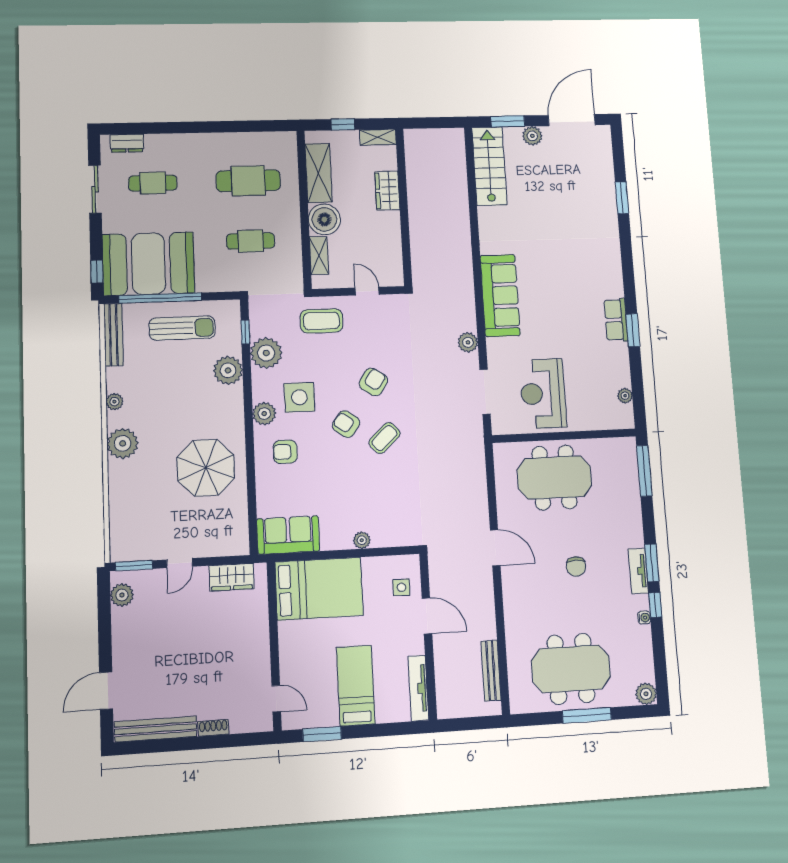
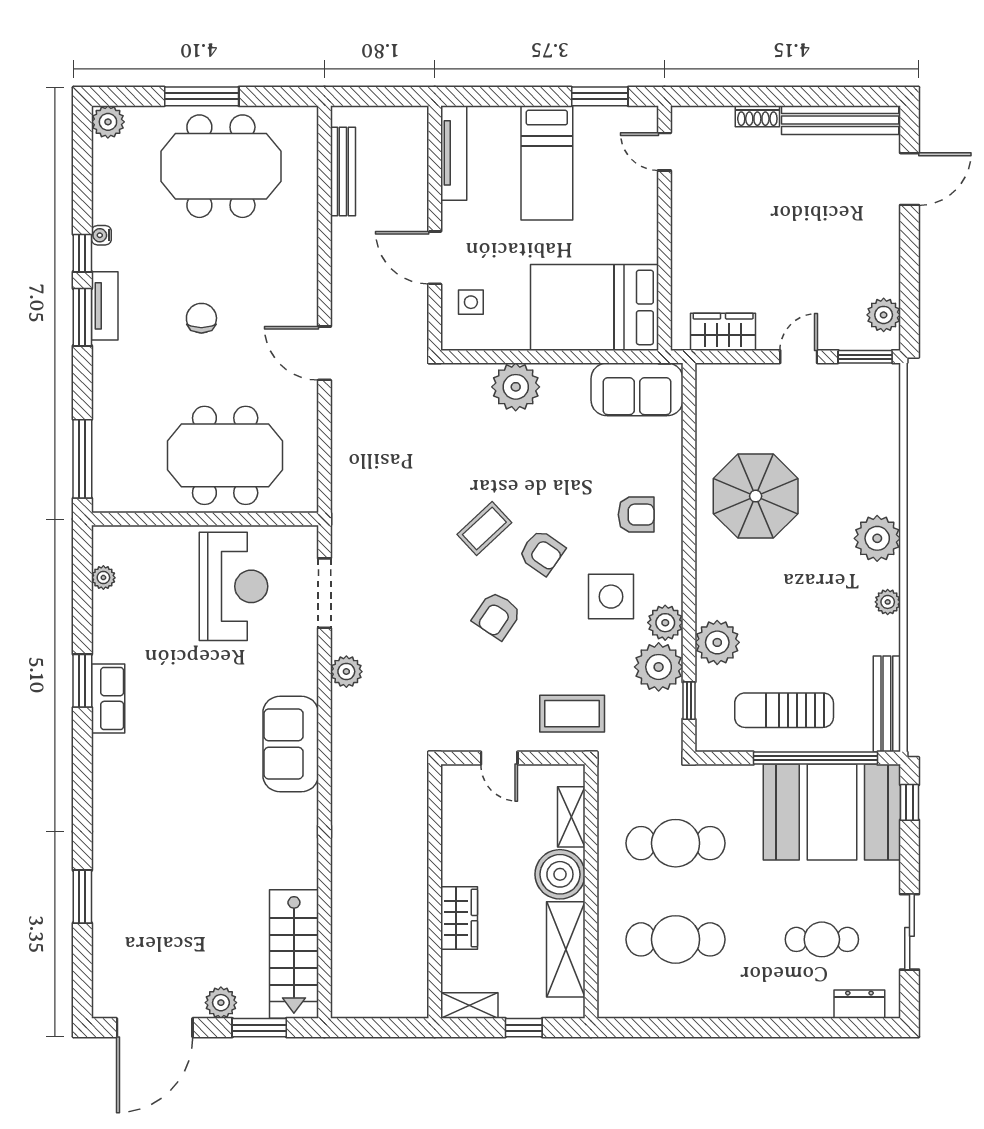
cafe table: (251, 241) -> (676, 843), width x1.37, depth x1.35
sofa: (500, 295) -> (291, 744), width x0.73
plant: (264, 414) -> (665, 623), moved
plant: (362, 540) -> (516, 387), width x1.87, depth x1.87

